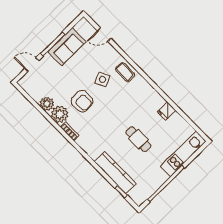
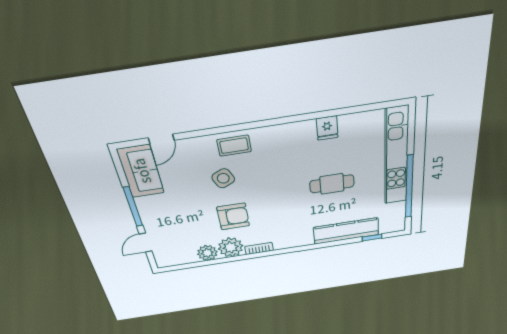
sofa: (67, 47) -> (141, 171), moved
kitchen unit: (183, 154) -> (396, 157), width x1.36

